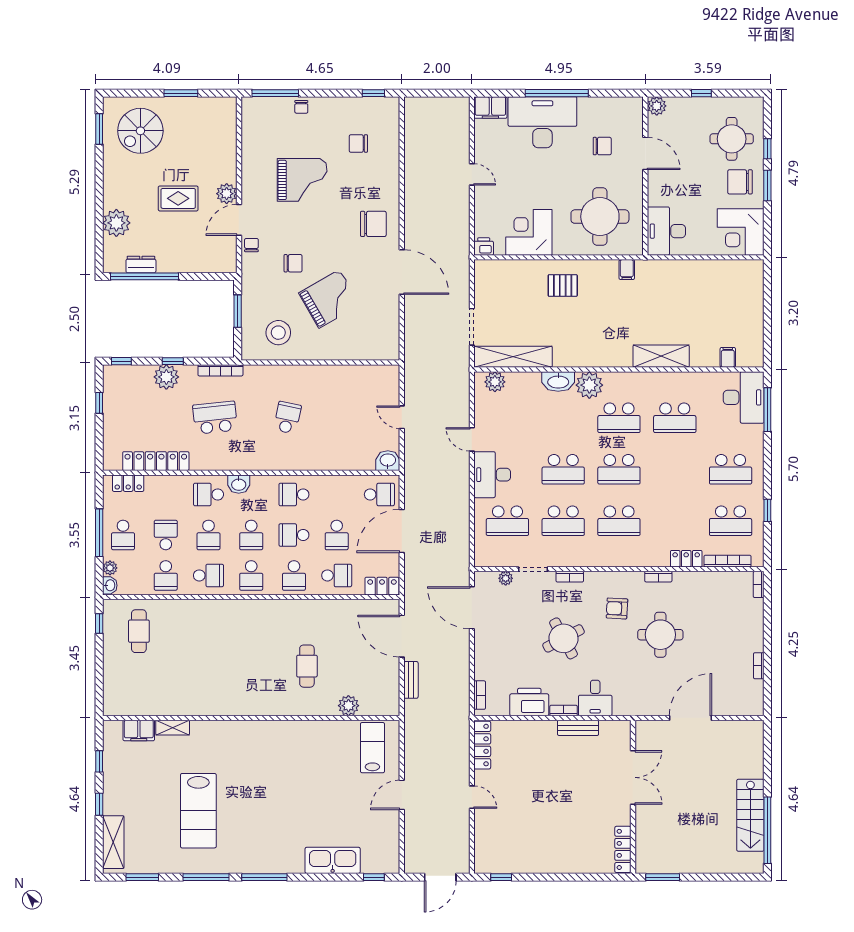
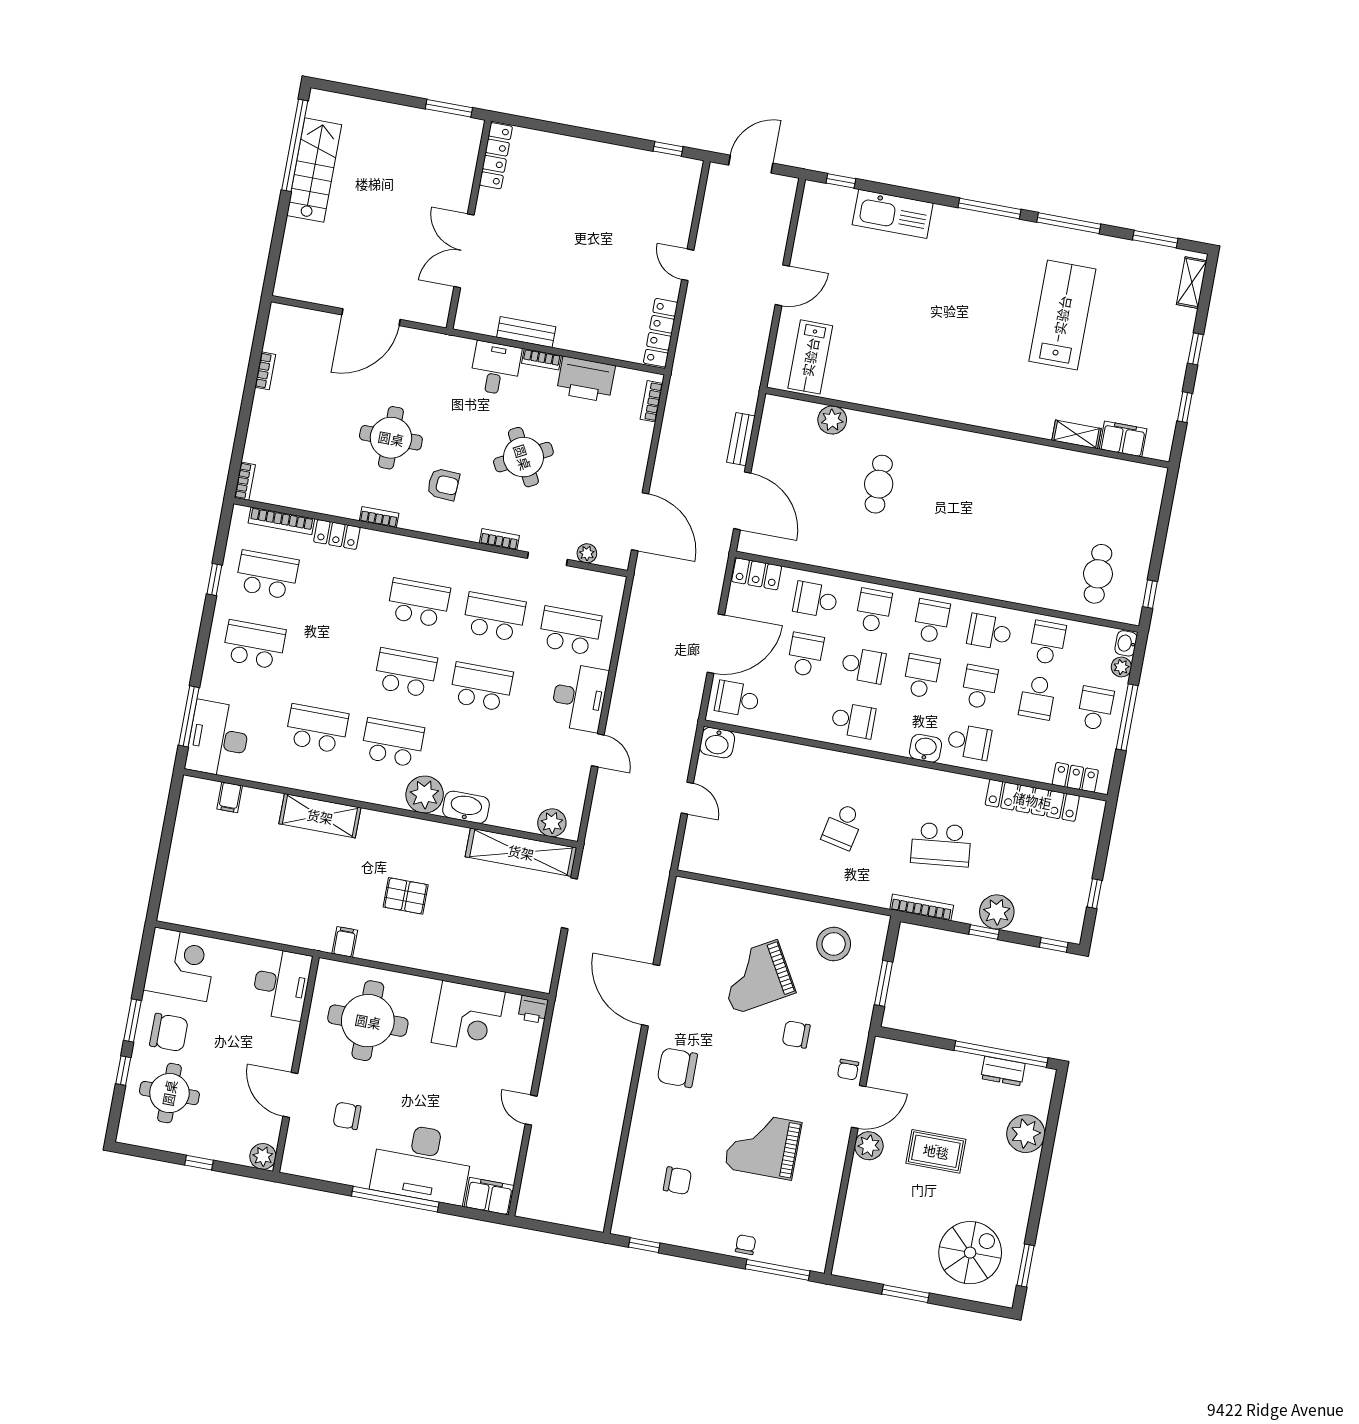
pallet: (563, 286) -> (406, 896), moved
shelving: (113, 842) -> (1192, 283), width x0.67, depth x0.75

